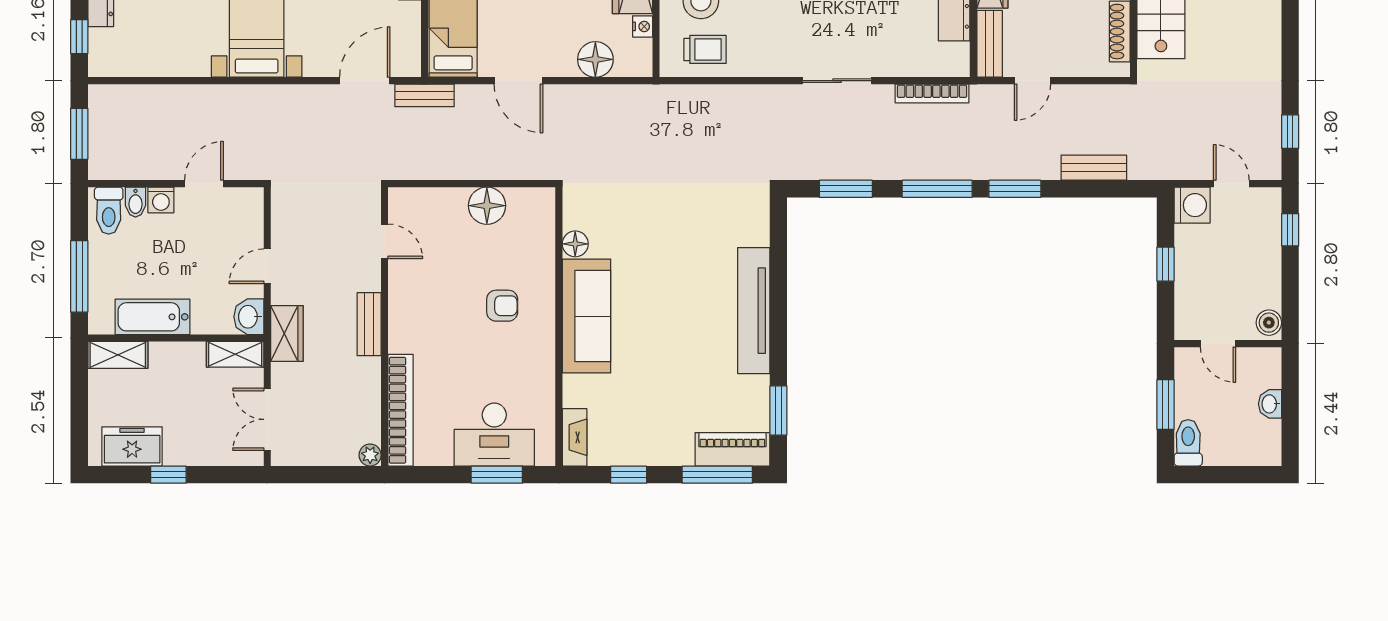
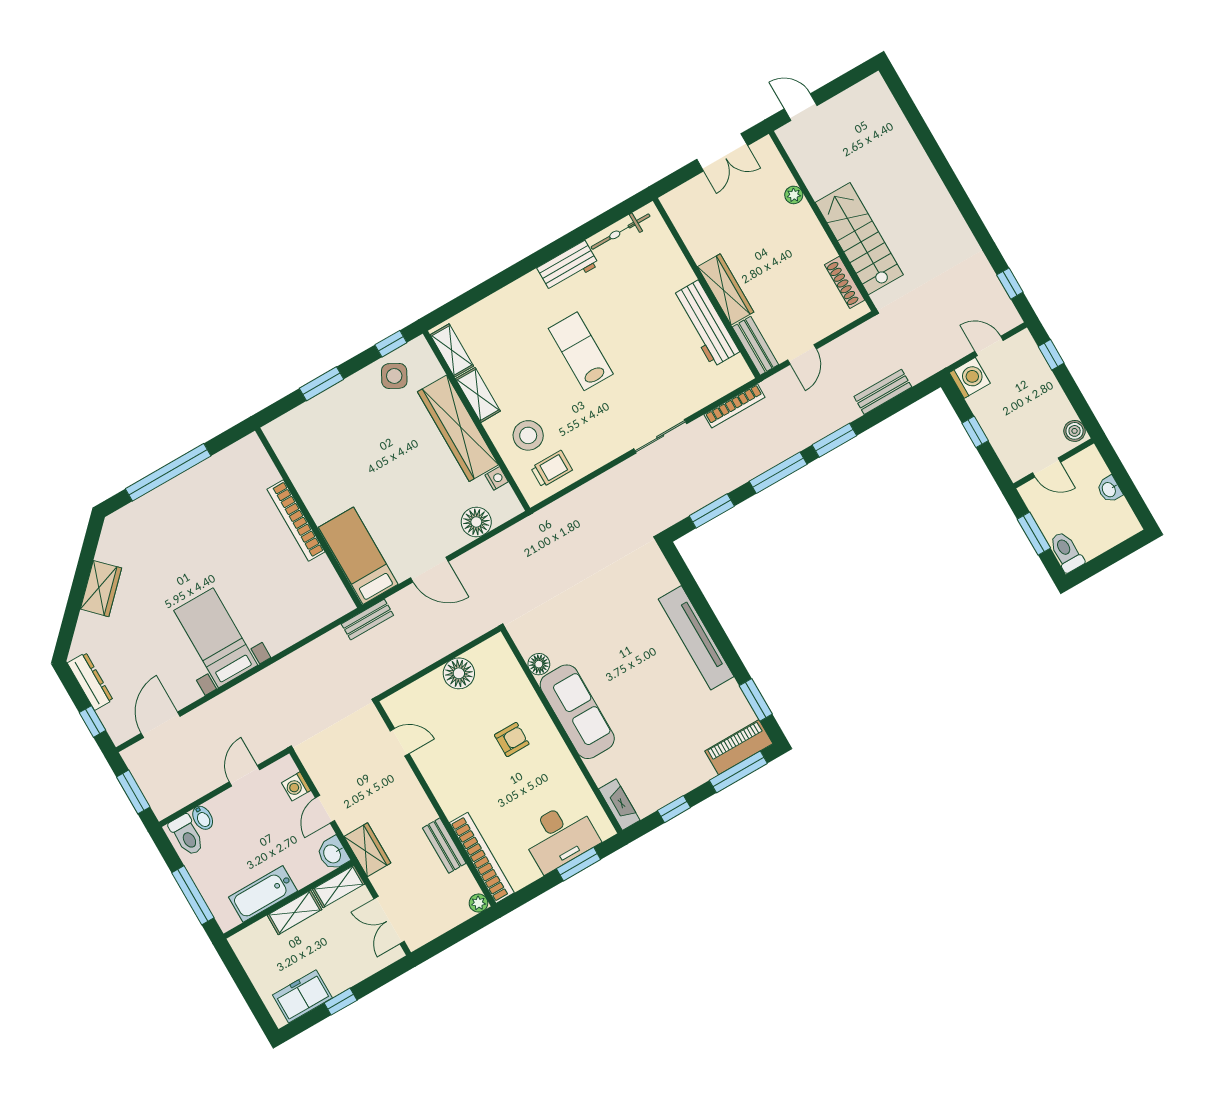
door: (365, 81) -> (161, 725), moved
washing machine: (161, 200) -> (296, 786), moved, turned 90
bench: (369, 324) -> (444, 846), moved
shelving: (118, 355) -> (295, 912), moved

